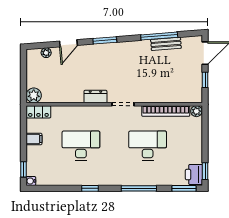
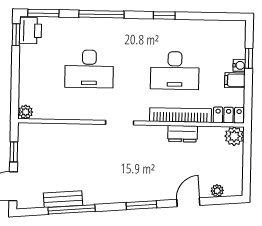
dresser: (95, 97) -> (182, 134), moved
bookcase: (166, 111) -> (181, 115), moved
window: (23, 169) -> (249, 58), moved
water cooler: (31, 181) -> (239, 65), moved

